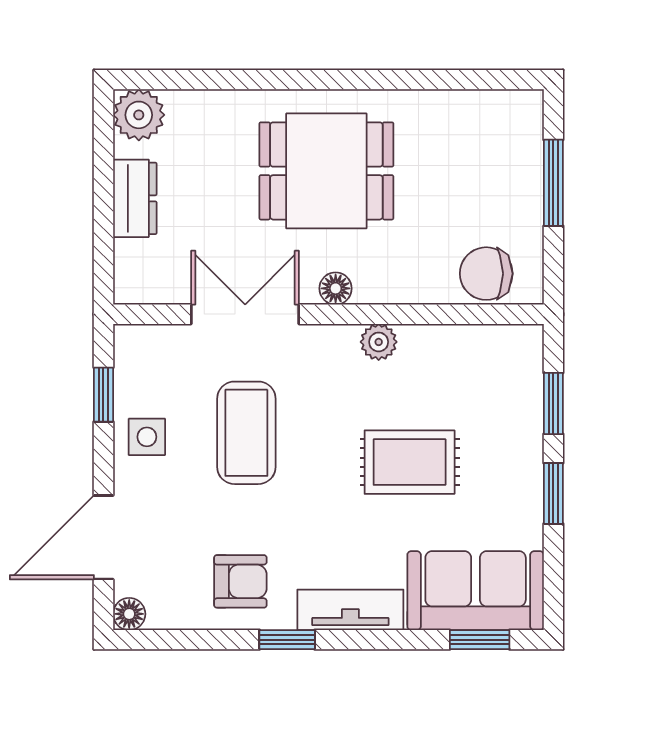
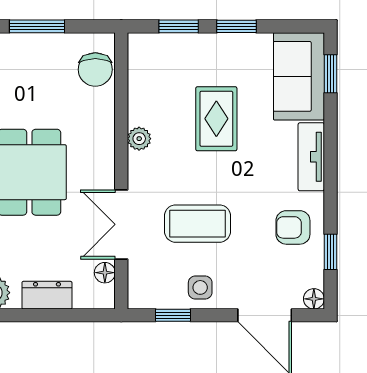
floor lamp: (336, 288) -> (105, 273), moved
armchair: (240, 581) -> (293, 227), turned -90
window: (287, 640) -> (330, 252), moved

